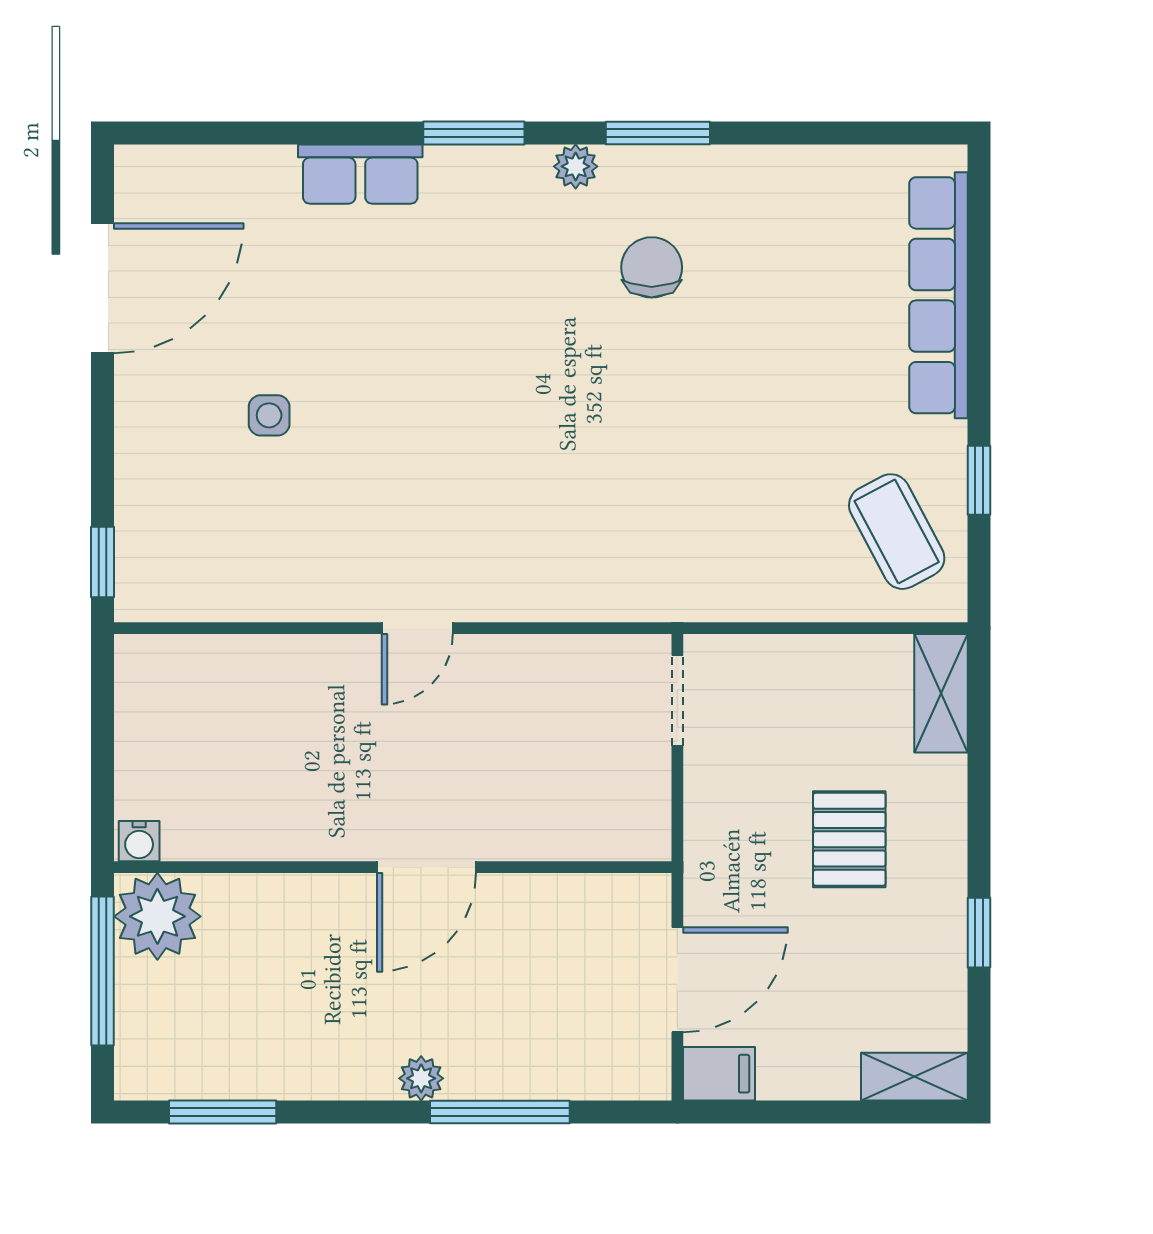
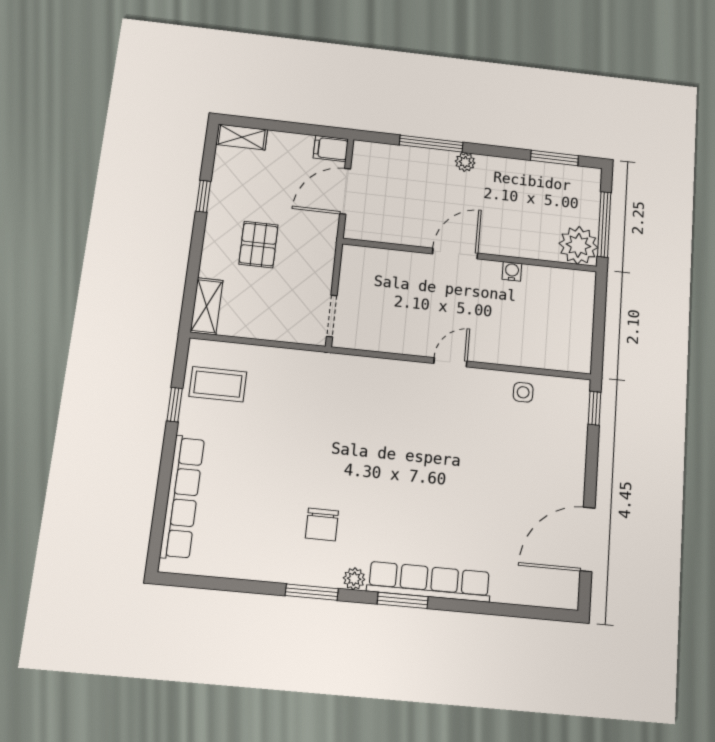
row of seats: (360, 174) -> (429, 582), width x2.02
side table: (269, 415) -> (523, 392), moved
coffee table: (897, 532) -> (218, 384), turned -62
water cooler: (139, 841) -> (512, 271), moved

